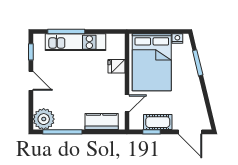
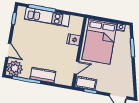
door: (31, 81) -> (8, 51), moved
kitchen counter: (102, 122) -> (43, 75), moved
cot: (158, 122) -> (86, 83), moved

